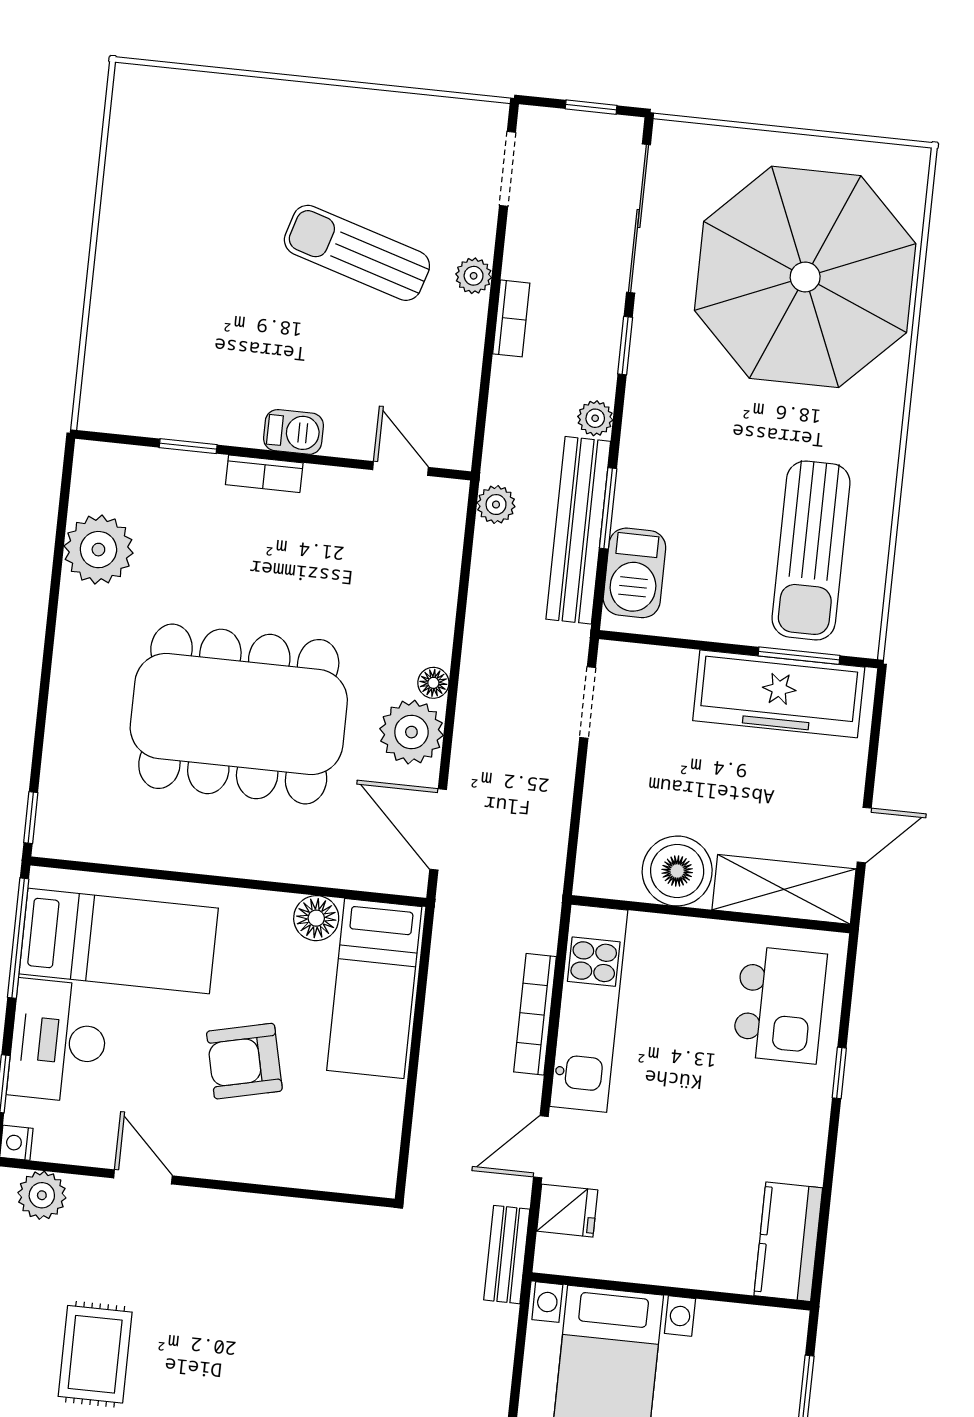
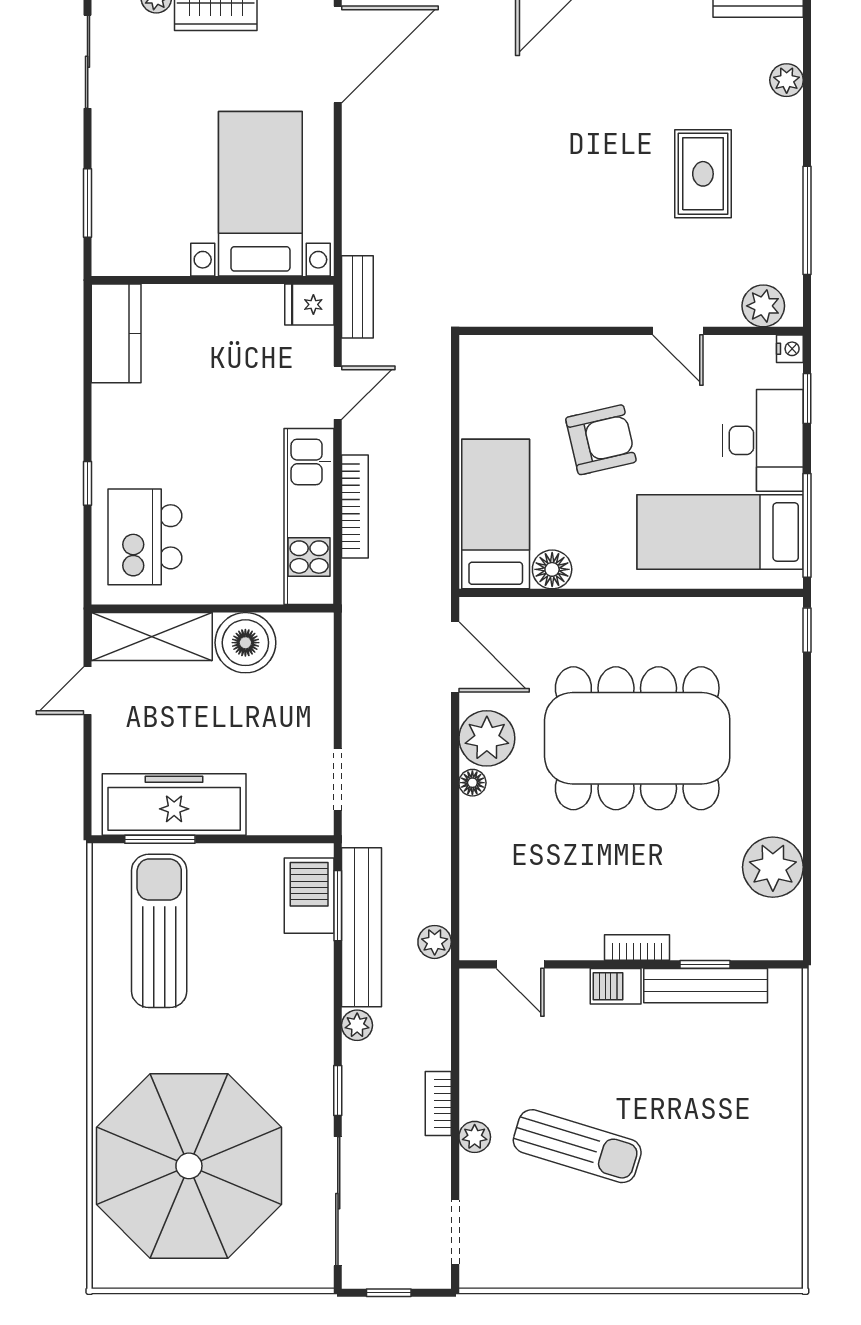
bench: (190, 422) -> (706, 986), added
window: (608, 508) -> (338, 906), moved
fridge: (567, 1211) -> (309, 305), moved

